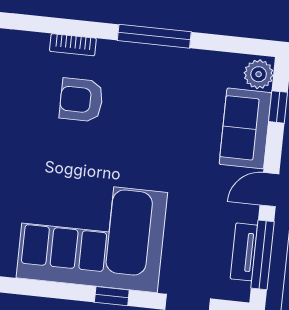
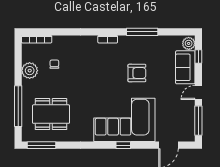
armchair: (81, 100) -> (137, 73), moved, turned 180
tv unit: (244, 252) -> (190, 120), removed
window: (112, 296) -> (123, 145), moved

